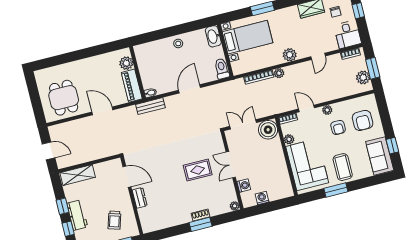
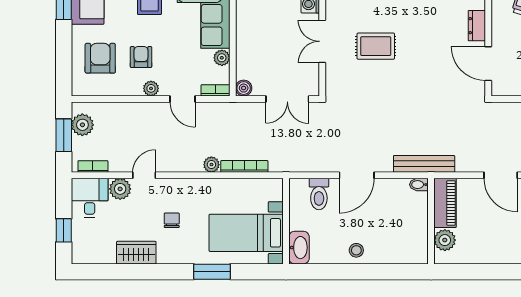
chair: (336, 12) -> (172, 220), moved
plant: (290, 55) -> (120, 189), moved
toilet: (222, 69) -> (319, 194), moved
bench: (150, 106) -> (424, 164), width x1.36
boiler: (268, 130) -> (244, 88), width x0.54, depth x0.54
double door: (231, 165) -> (322, 41), swing flipped

